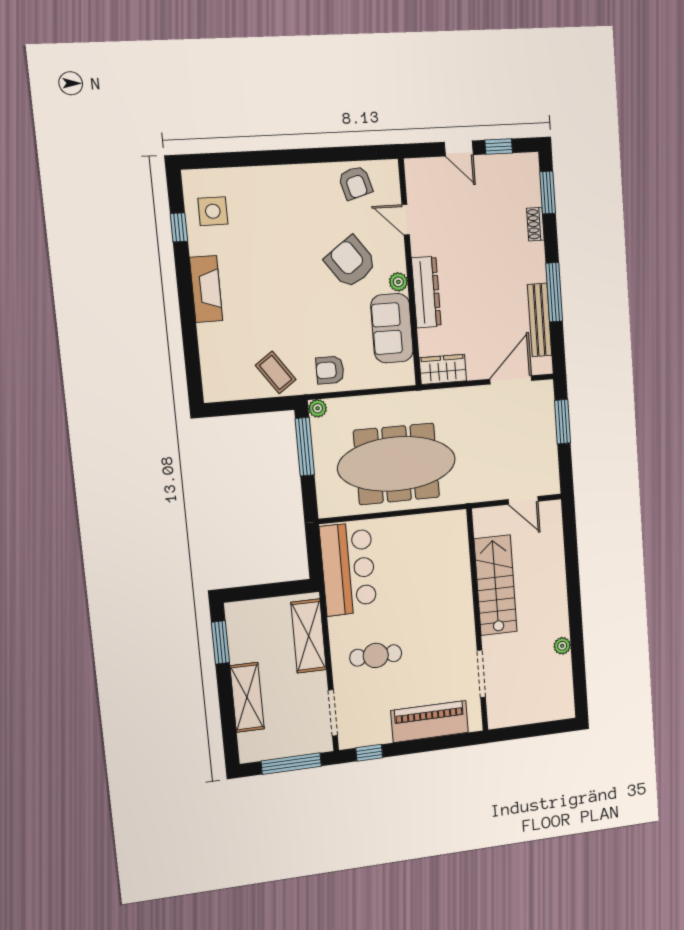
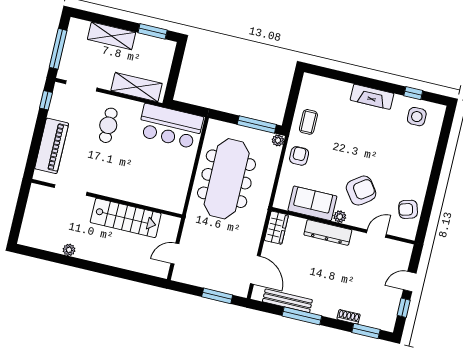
coffee table: (276, 372) -> (308, 122), turned -55

